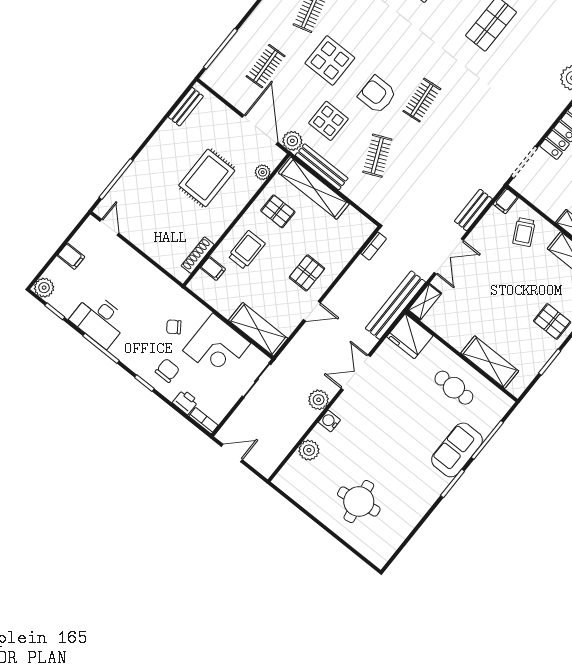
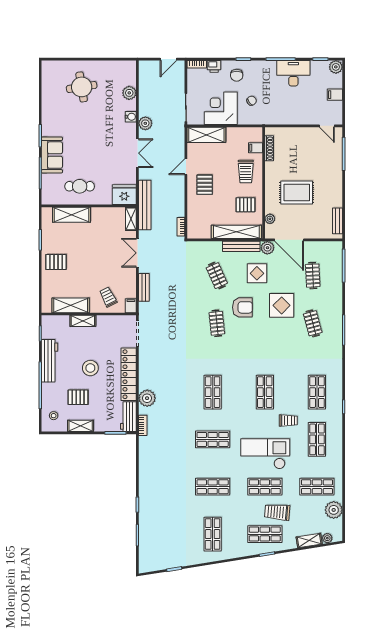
rug: (207, 178) -> (297, 192), turned 90

